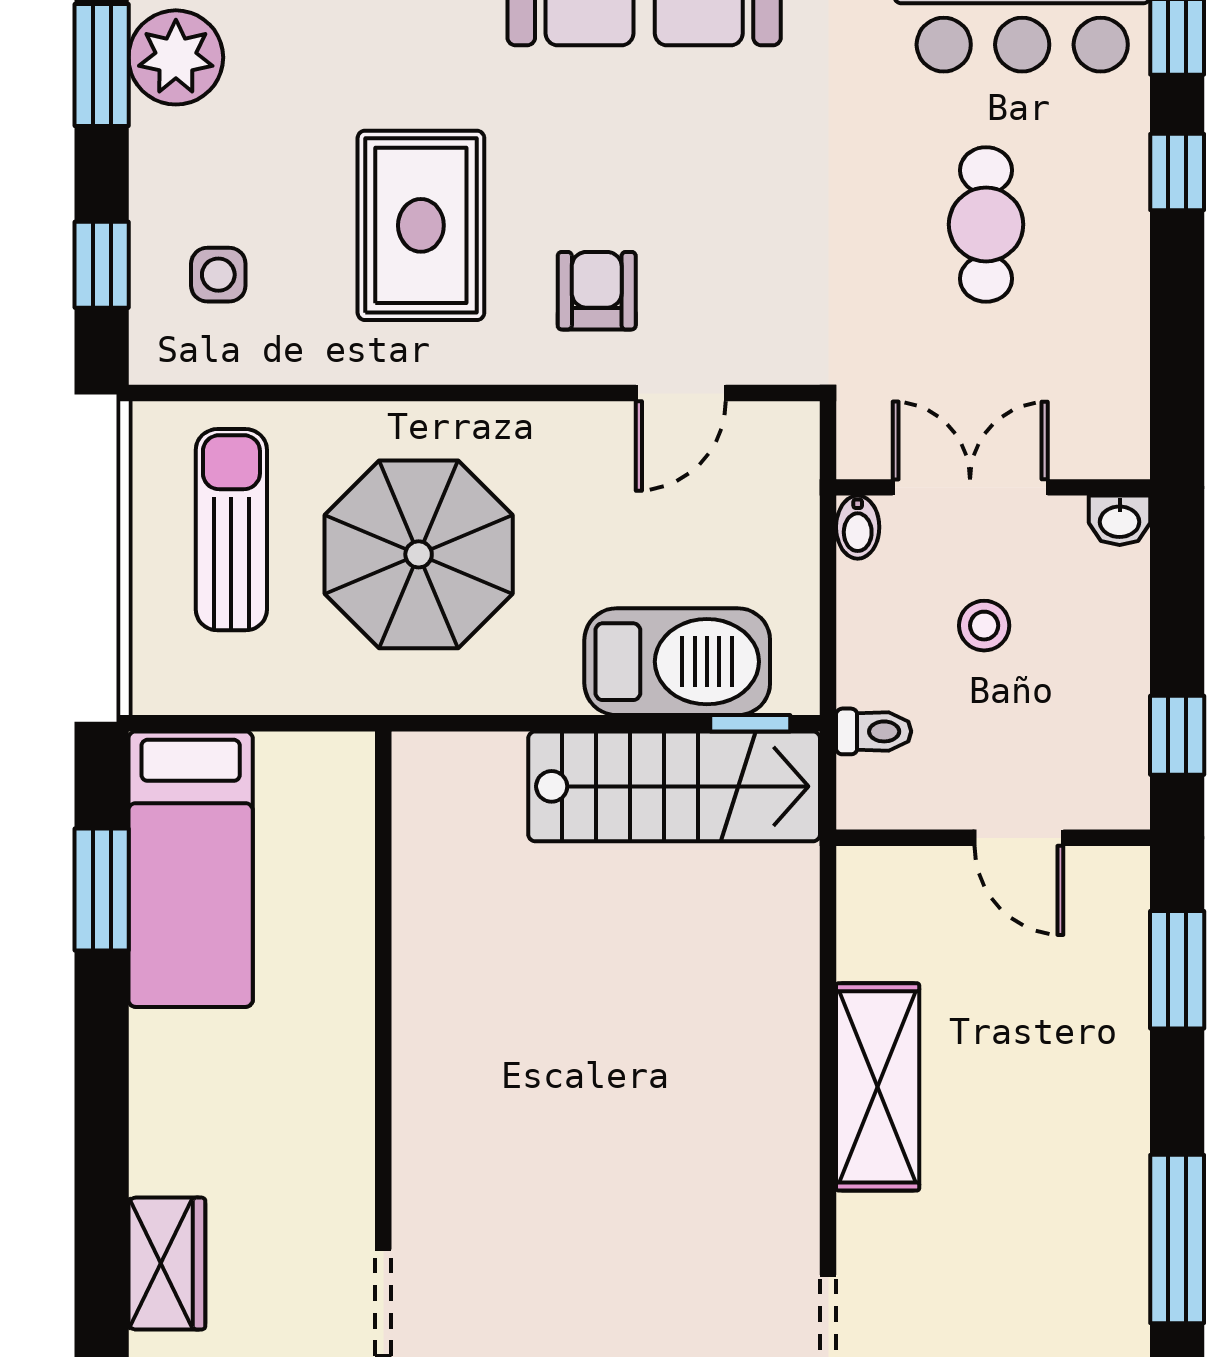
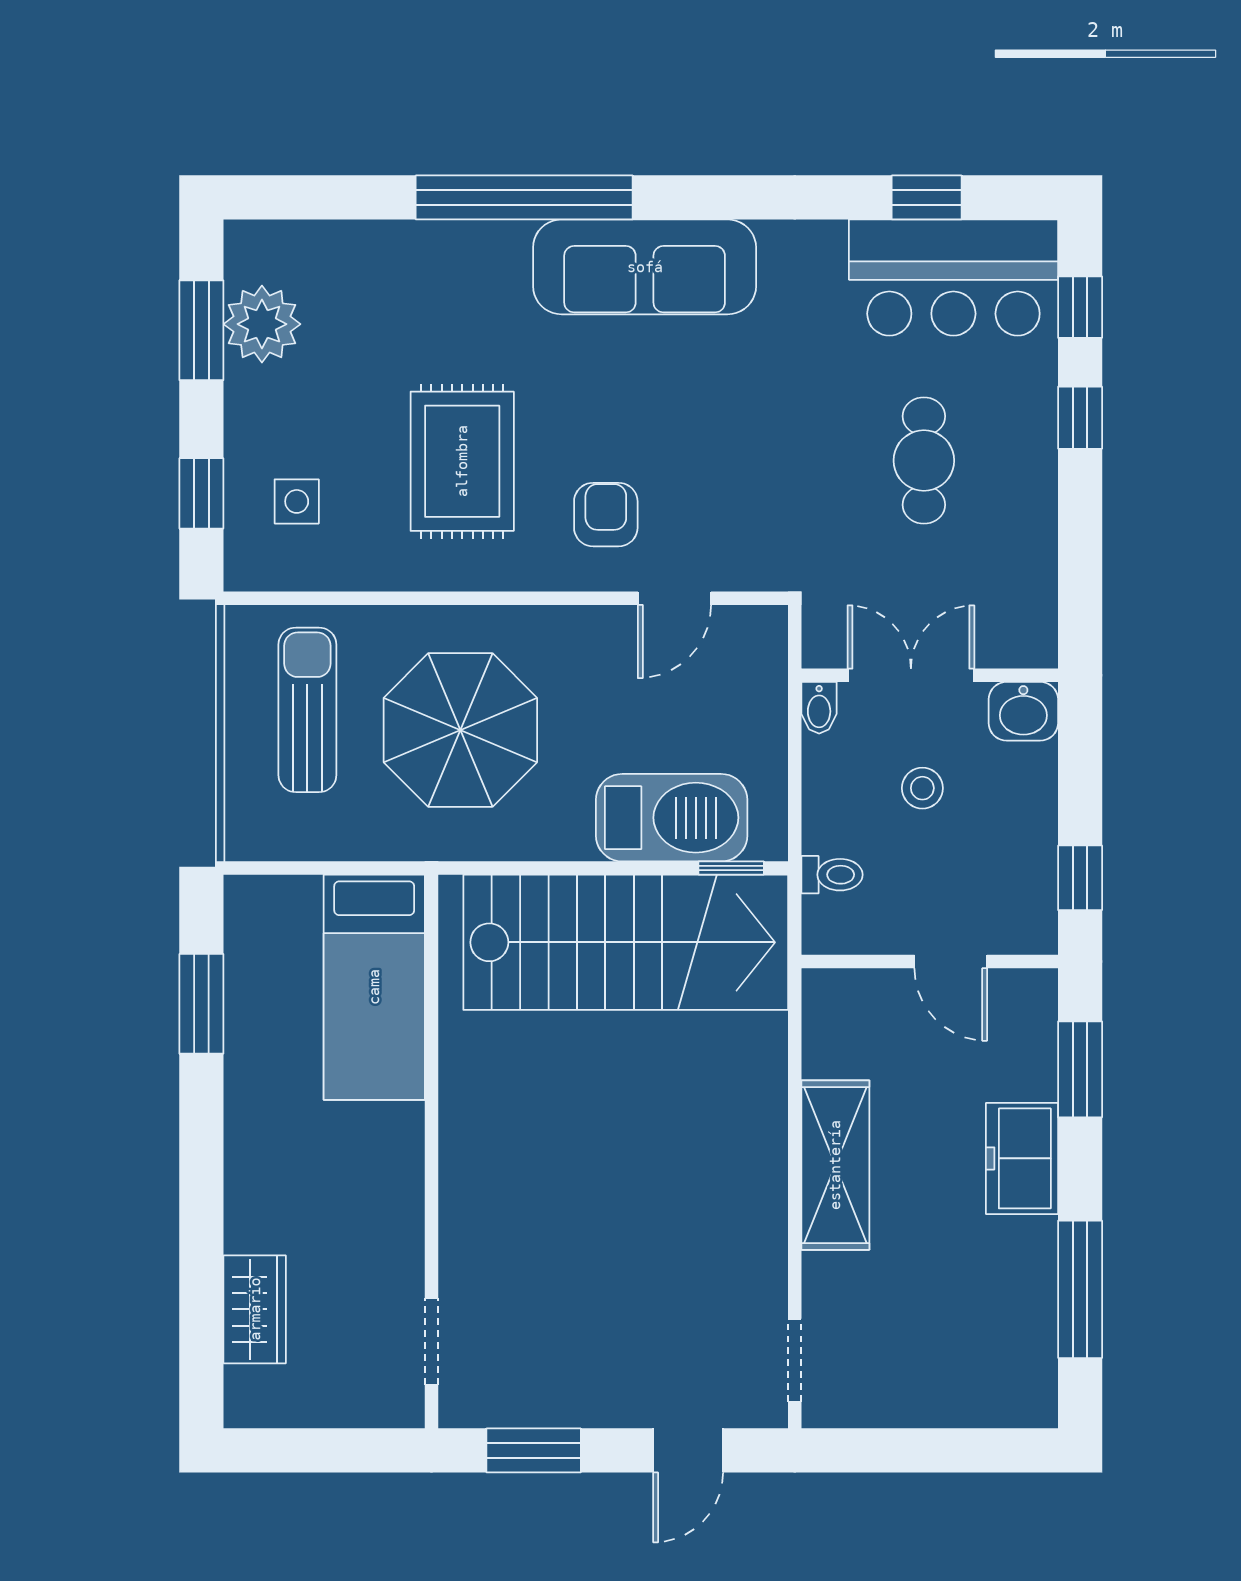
washbasin: (1120, 520) -> (1023, 711), width x1.38, depth x1.45
stairs: (674, 786) -> (626, 942), width x1.36, depth x1.51
bed: (191, 869) -> (374, 987), moved
freezer: (1106, 1079) -> (1022, 1158), added

